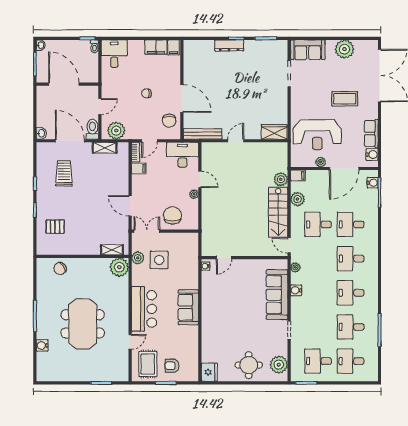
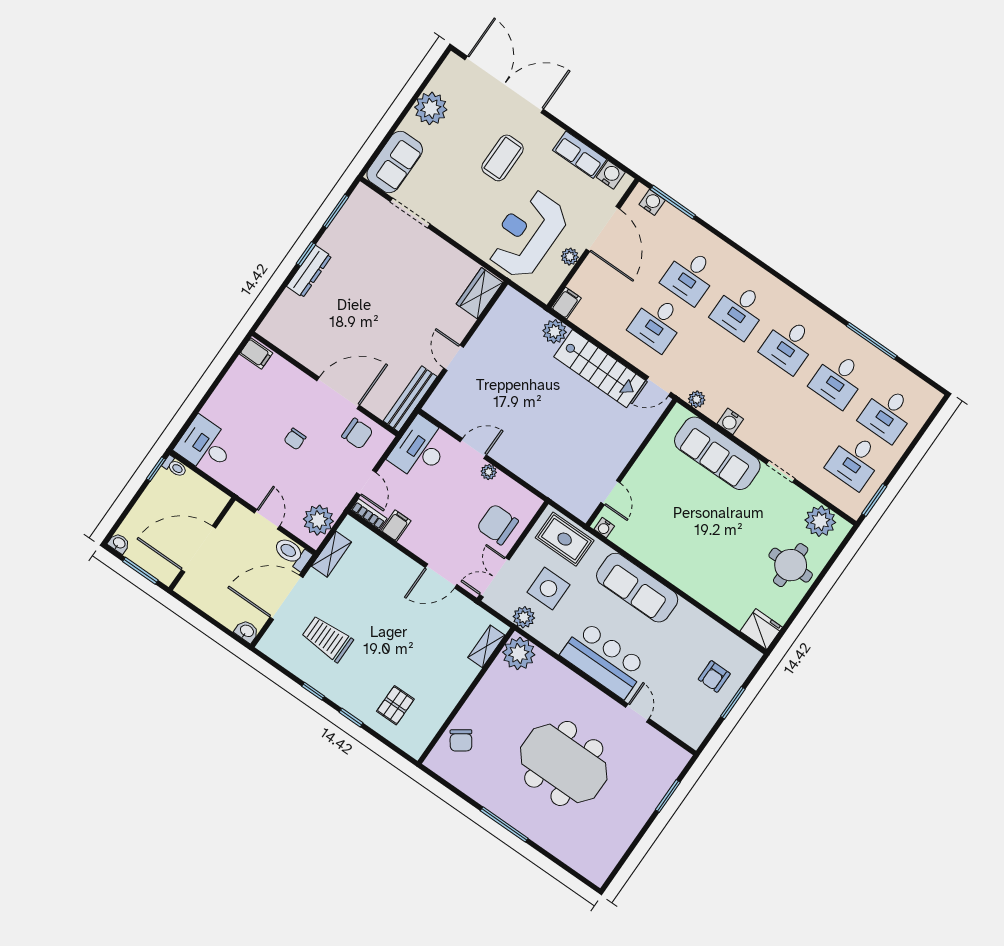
filing cabinet: (156, 47) -> (238, 379), removed
reception desk: (317, 135) -> (527, 234), turned 180
plant: (298, 199) -> (600, 327), removed
sofa: (188, 307) -> (637, 588), width x1.36
water cooler: (42, 345) -> (554, 844), removed
rug: (148, 364) -> (565, 539), moved

